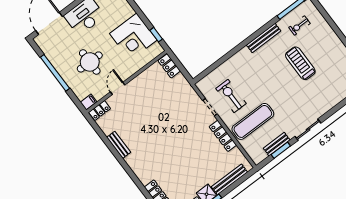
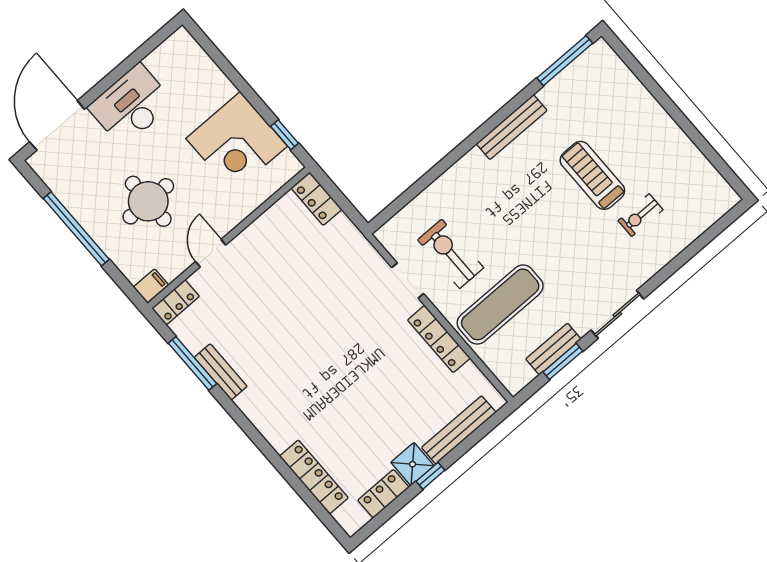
exercise bike: (299, 26) -> (641, 215), moved
window: (106, 140) -> (192, 363), added

